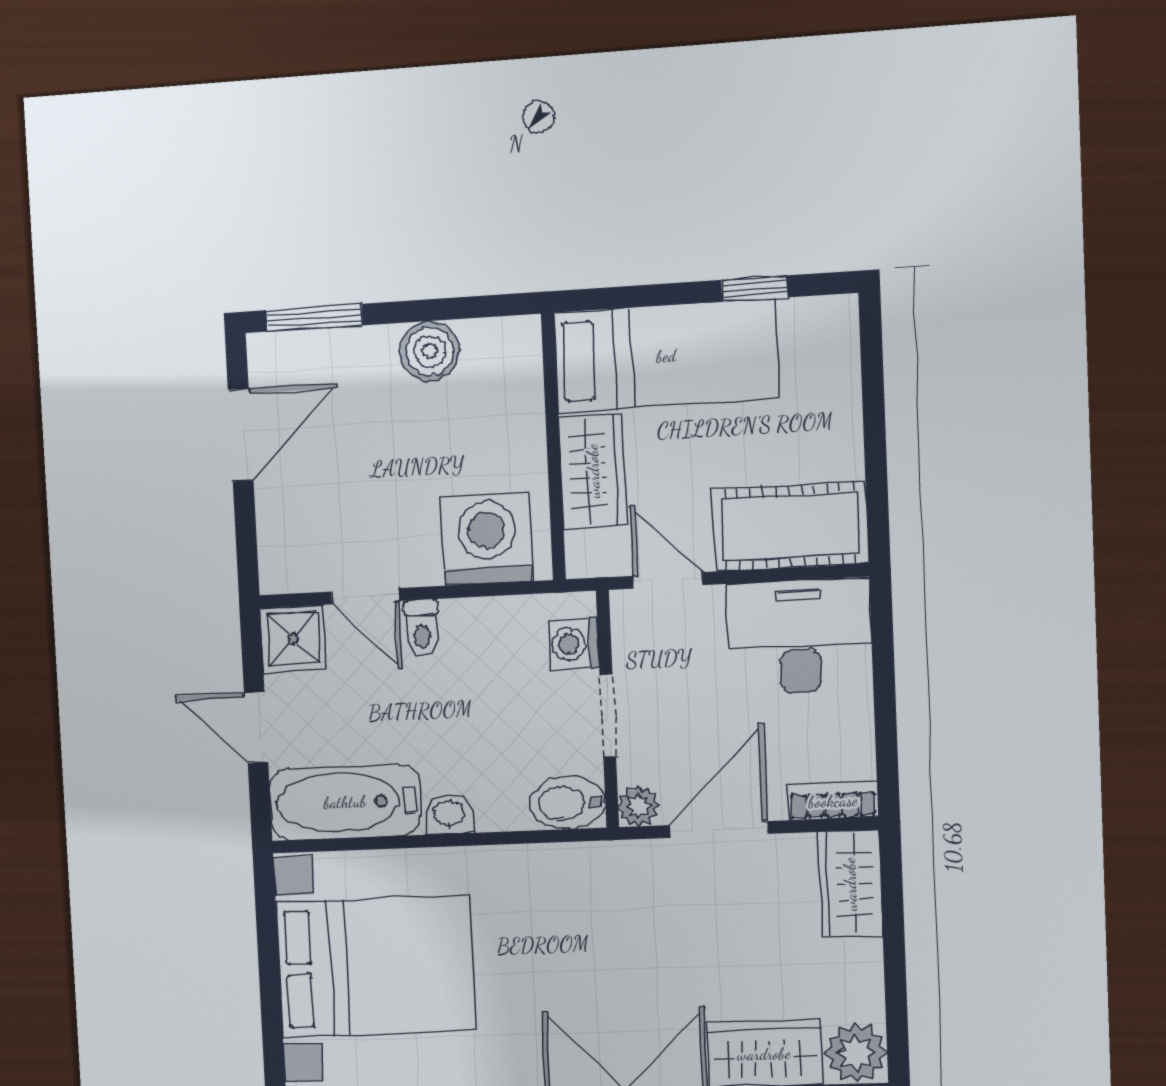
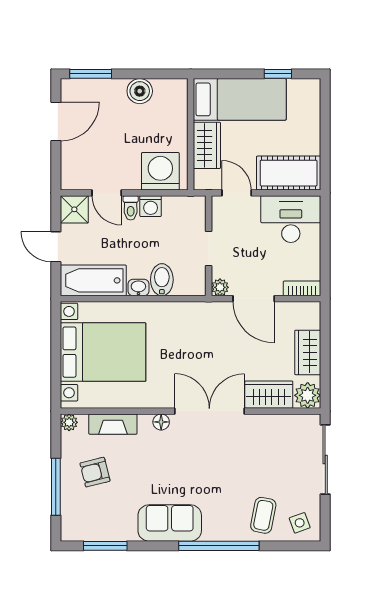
washing machine: (573, 644) -> (151, 206), moved, turned -90
bidet: (568, 803) -> (162, 280), moved, turned 90
door: (719, 829) -> (254, 299), swing flipped
wardrobe: (850, 884) -> (308, 352), moved

